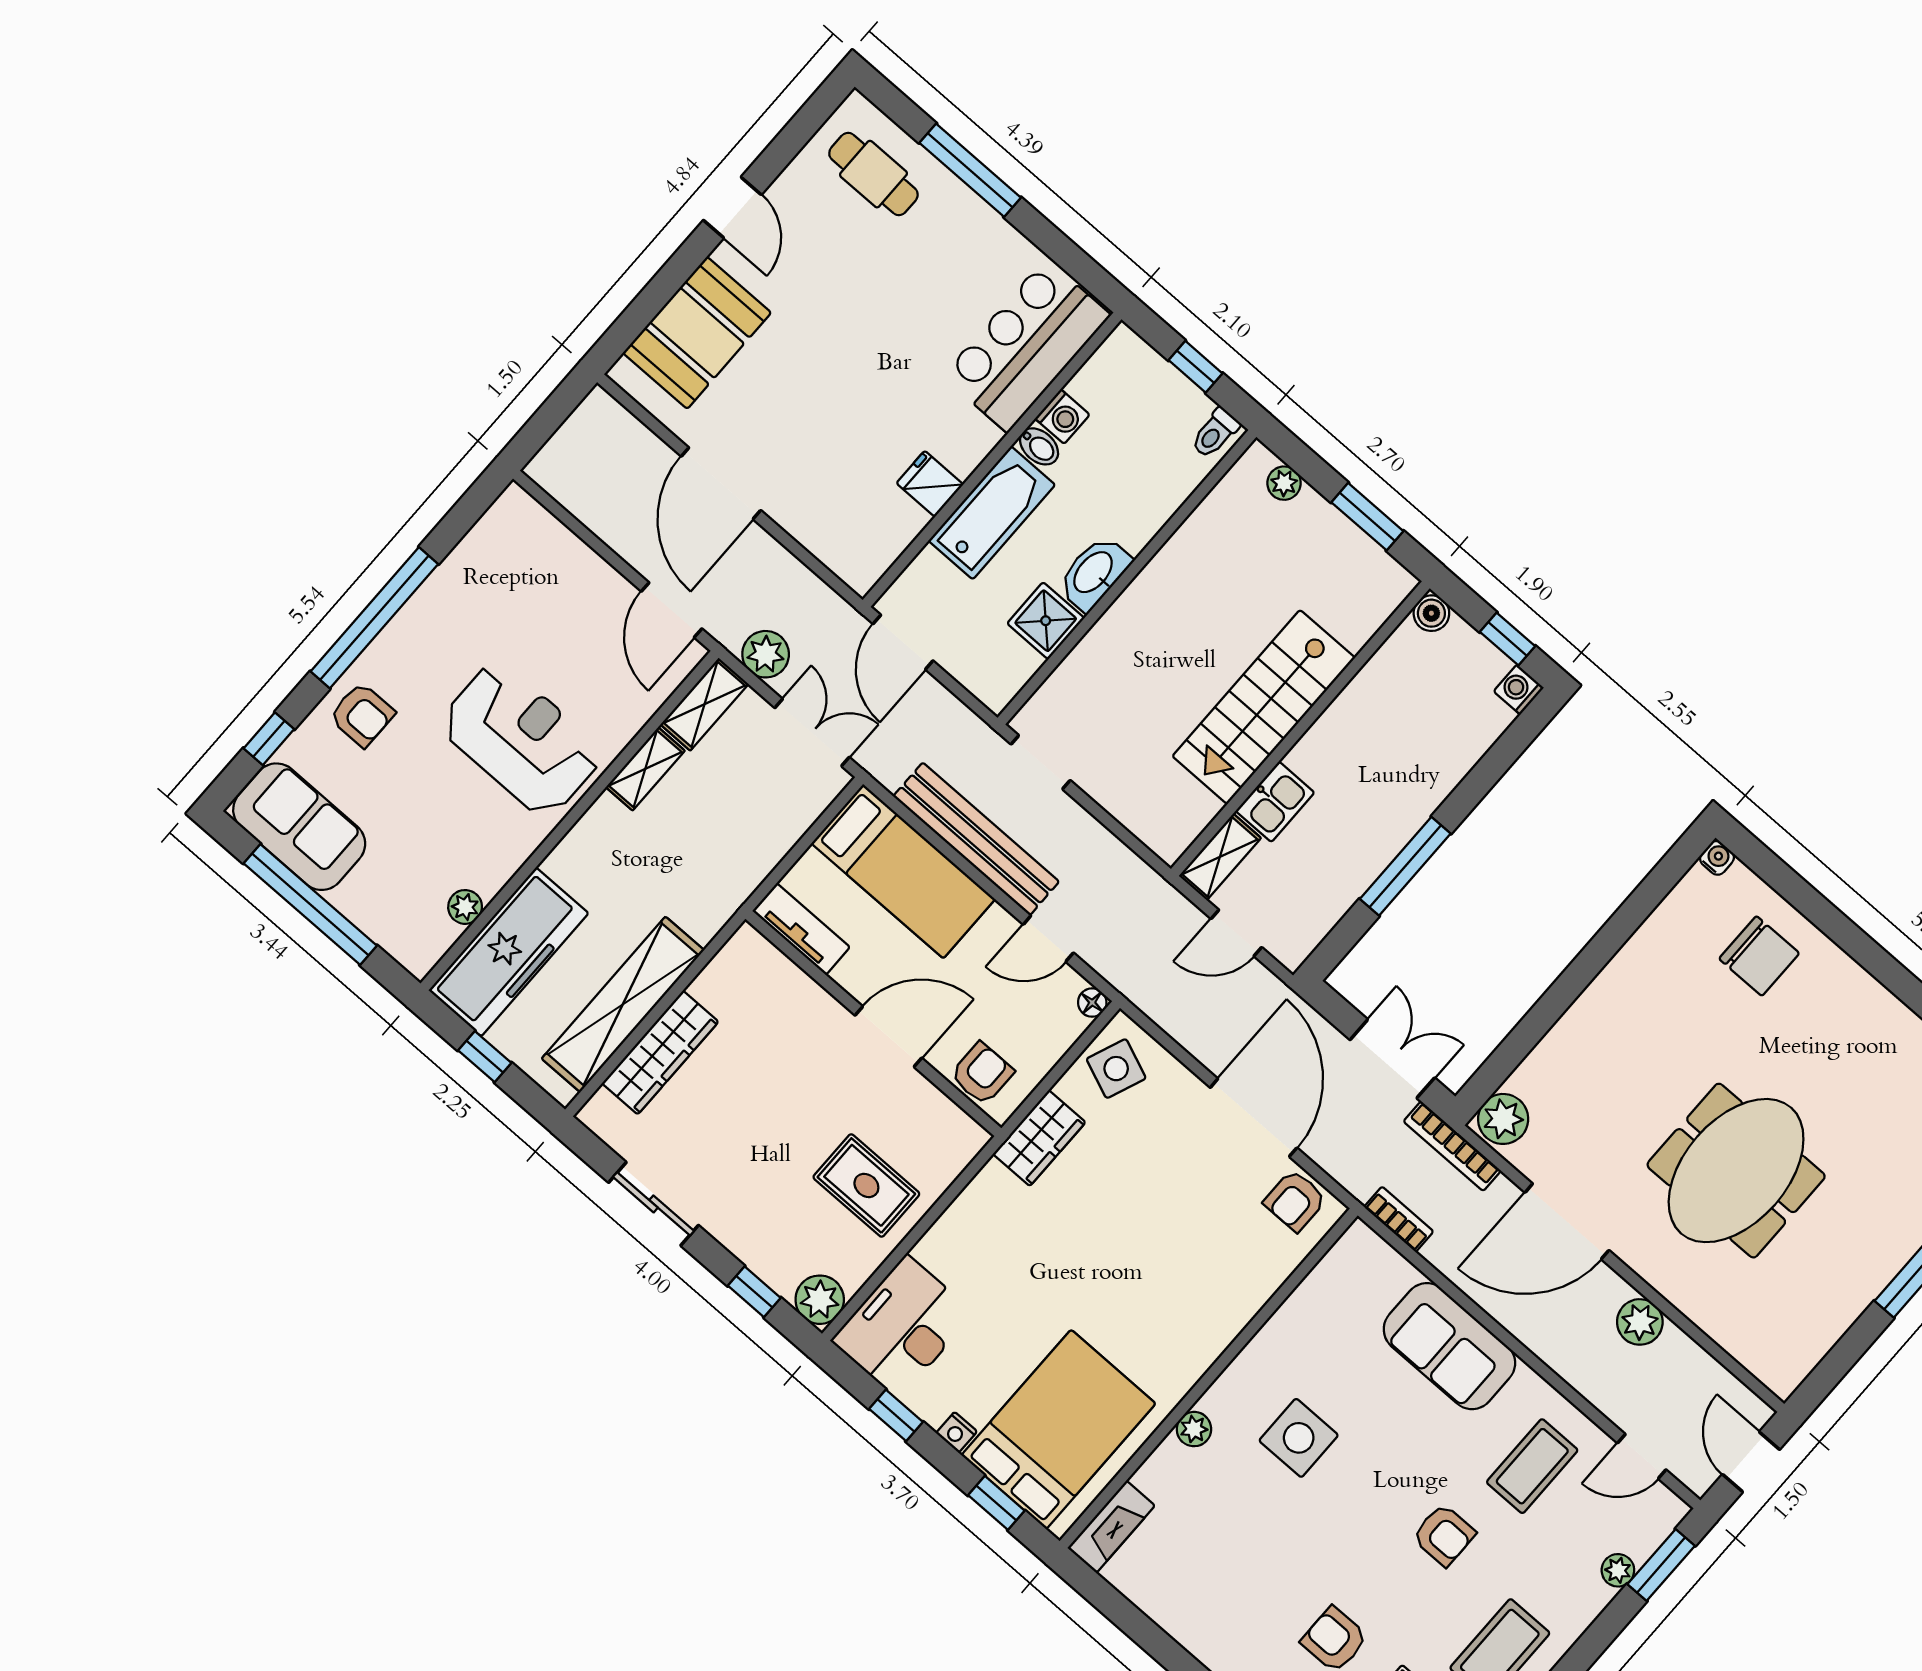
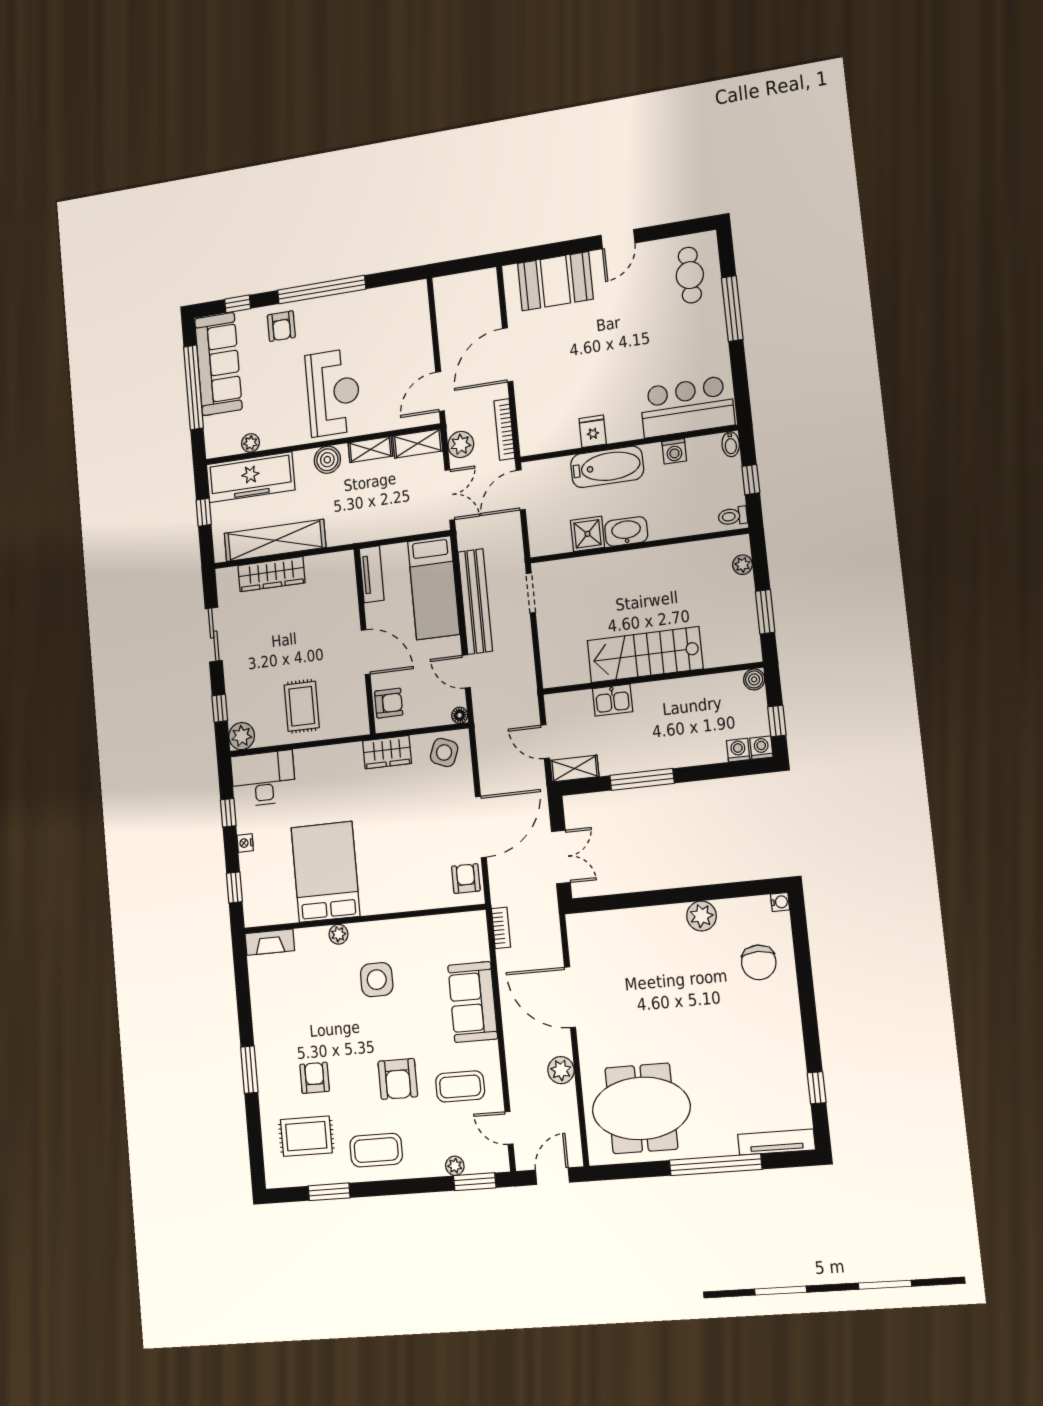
bidet: (1039, 446) -> (731, 444), moved
washing machine: (1493, 719) -> (738, 750), added
sofa: (299, 827) -> (218, 364), width x1.36
boiler: (597, 834) -> (327, 460), added
shelving: (1220, 857) -> (574, 768), moved
plant: (1503, 1119) -> (701, 916), moved
bookcase: (1452, 1146) -> (504, 429), moved
meeting table: (1736, 1171) -> (641, 1108), moved
armchair: (1295, 1201) -> (466, 879), turned 90
bed: (1058, 1429) -> (326, 872), moved, turned -90
armchair: (1444, 1535) -> (398, 1079), width x1.38, depth x1.38

